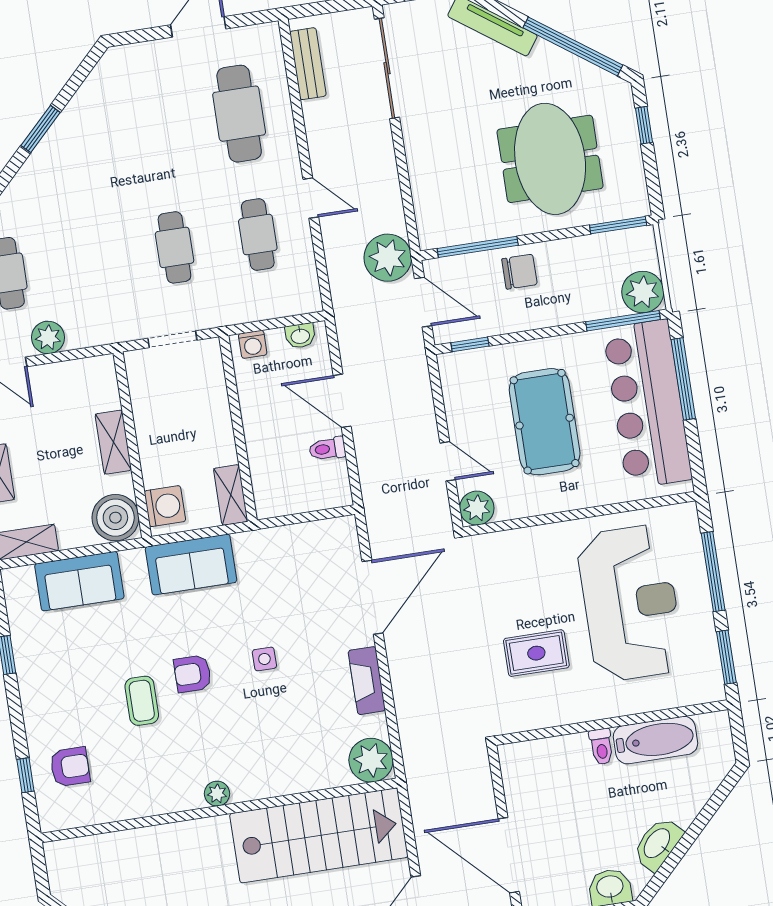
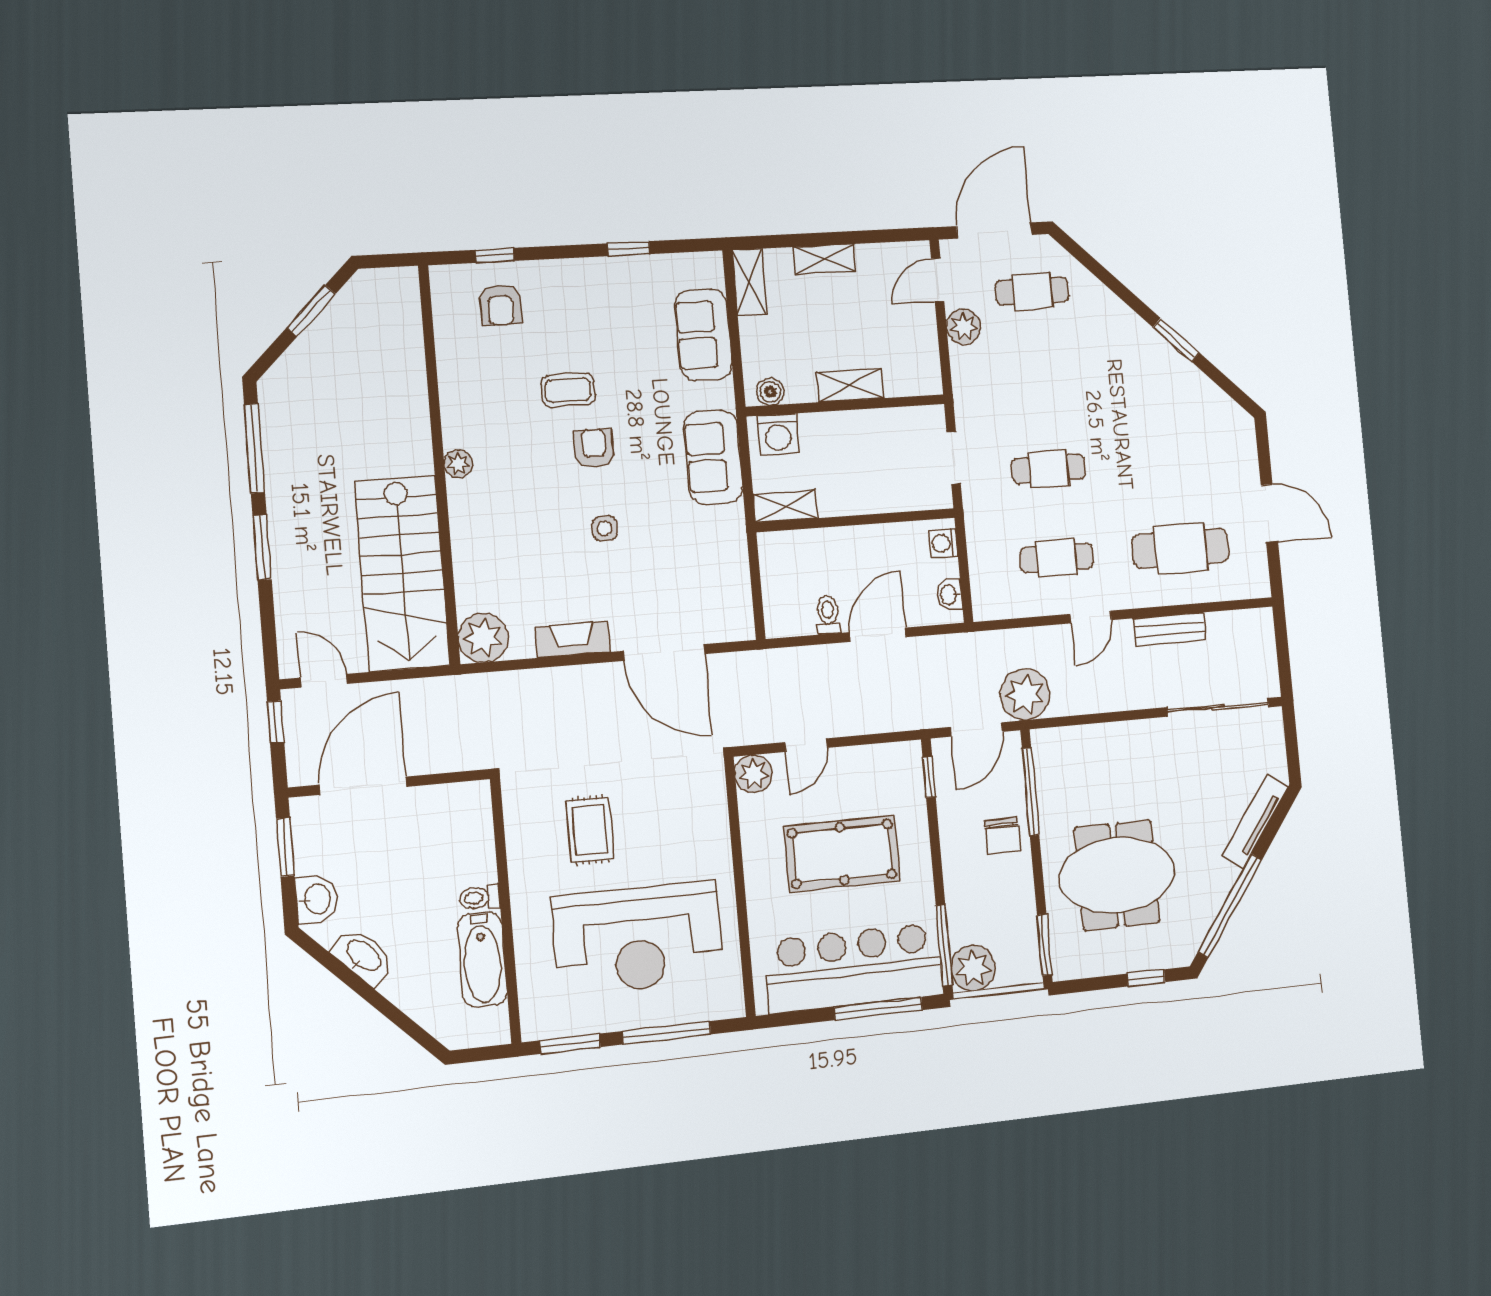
bench: (308, 64) -> (1170, 629), moved
boiler: (115, 518) -> (770, 392), width x0.54, depth x0.54

